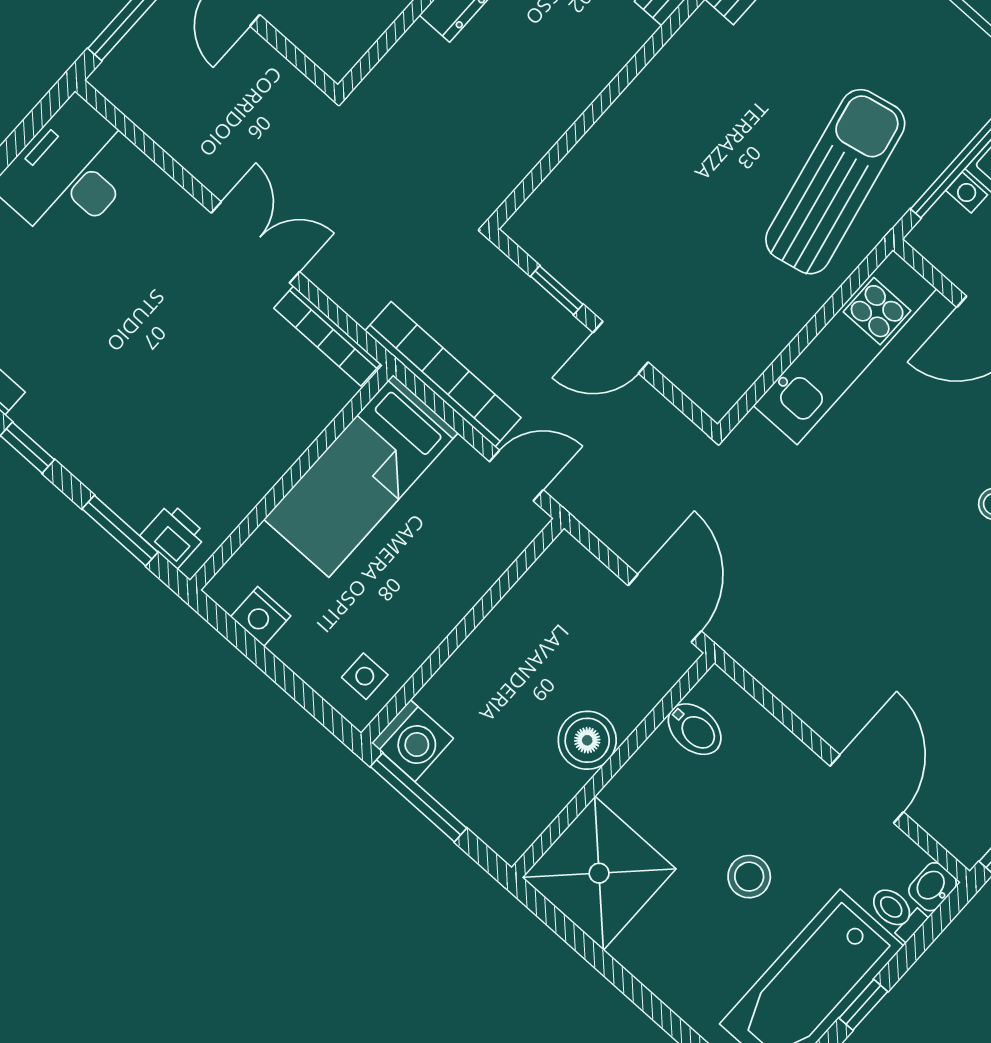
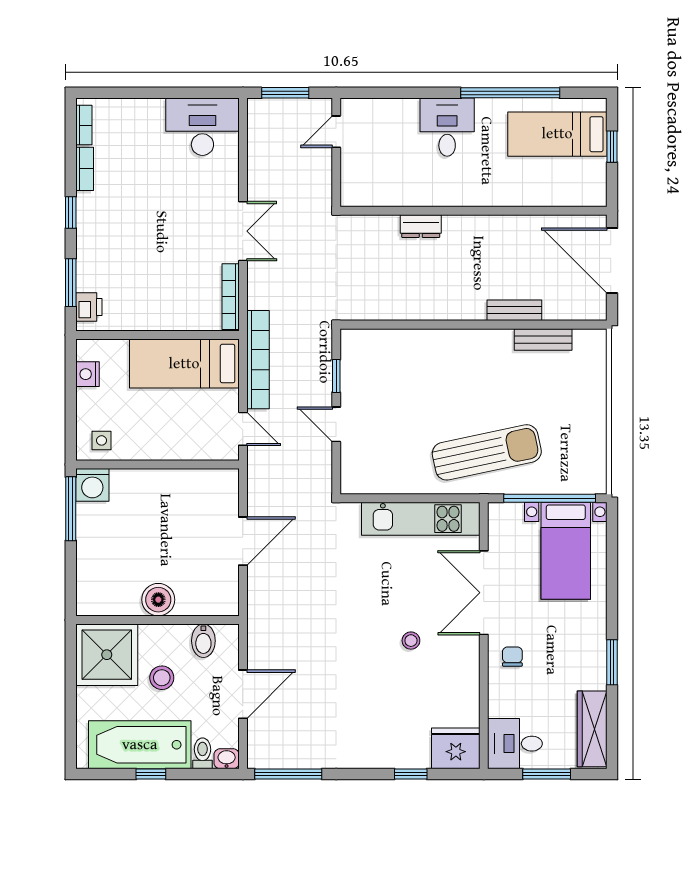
bidet: (695, 729) -> (203, 641), moved
boiler: (587, 740) -> (158, 600), moved
wall: (613, 765) -> (157, 620), moved
shower: (599, 873) -> (107, 655), moved

